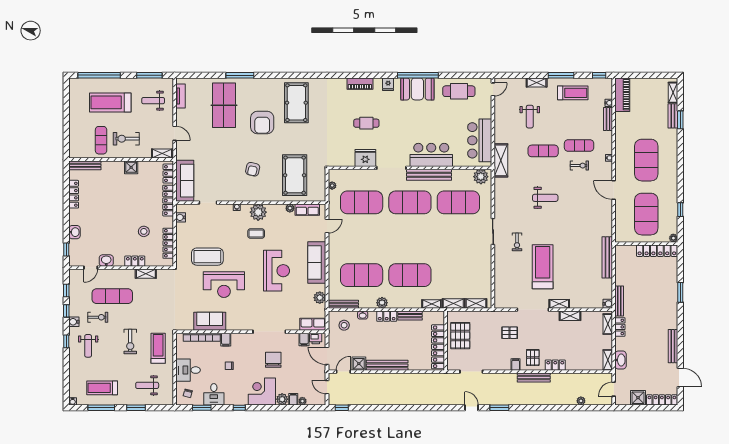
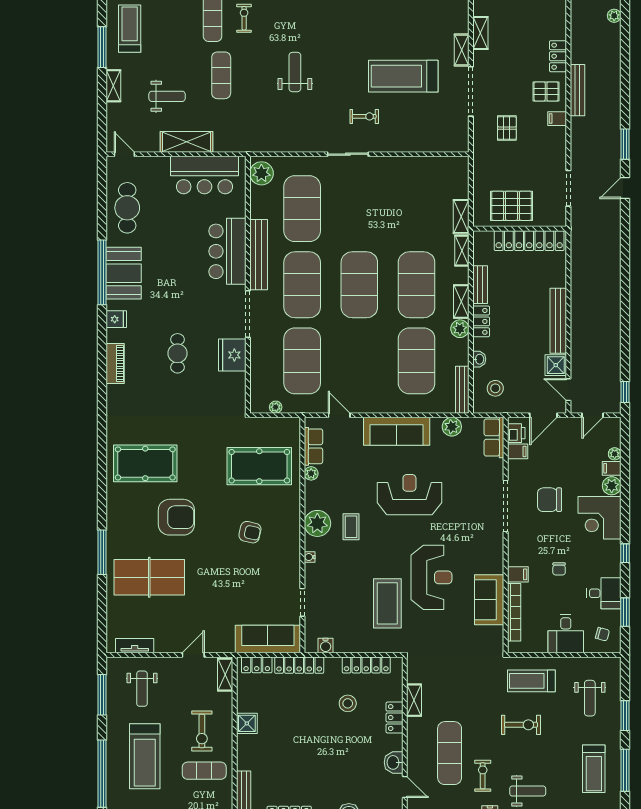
shelving: (501, 160) -> (187, 142), moved
exercise mat: (410, 239) -> (359, 285), added
shelving: (476, 304) -> (461, 301), moved

